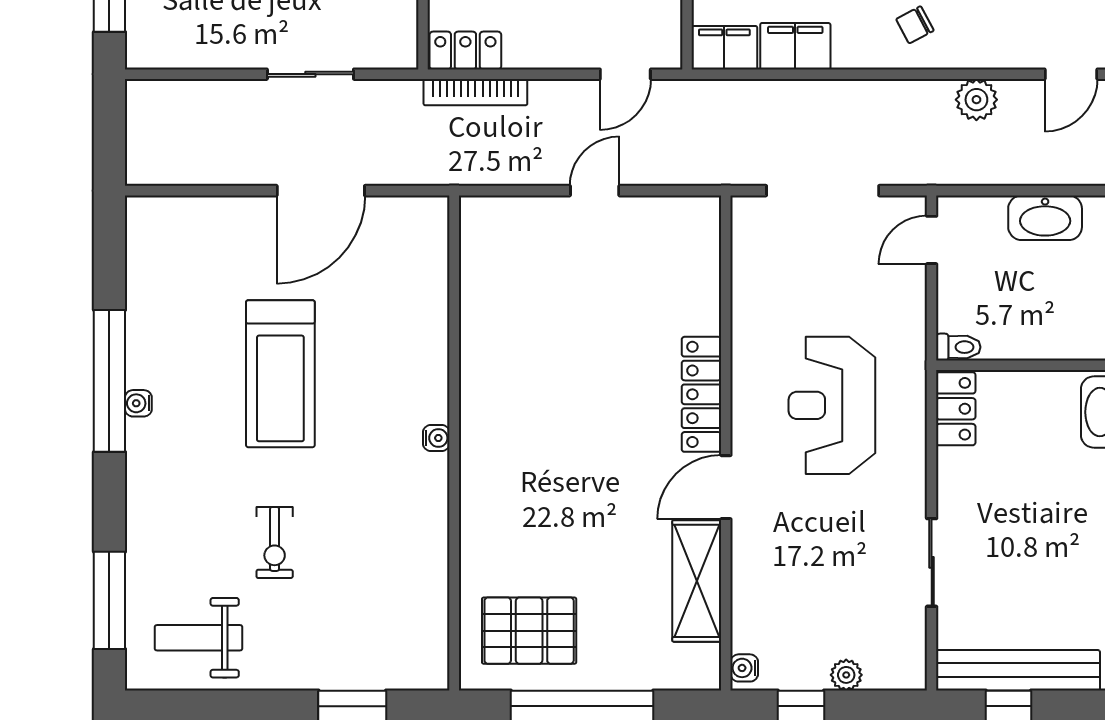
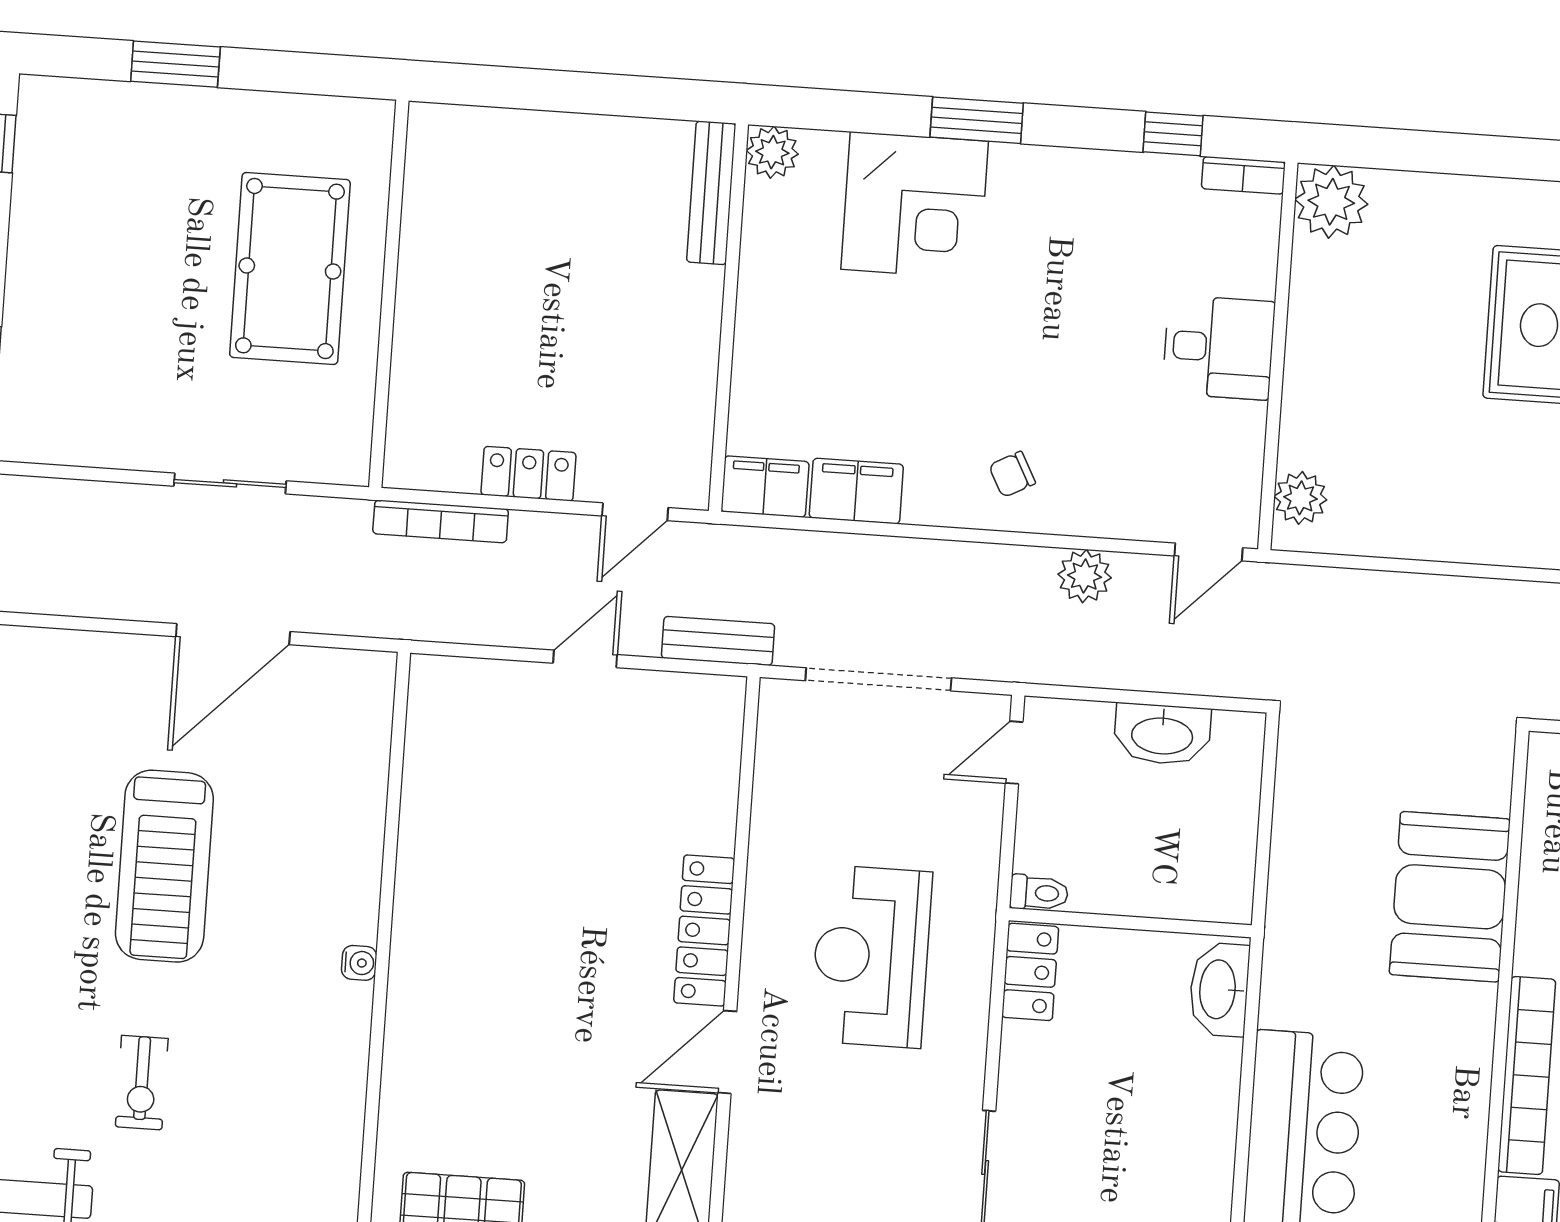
locker: (465, 51) -> (528, 474), moved
bench: (696, 170) -> (718, 641), added

